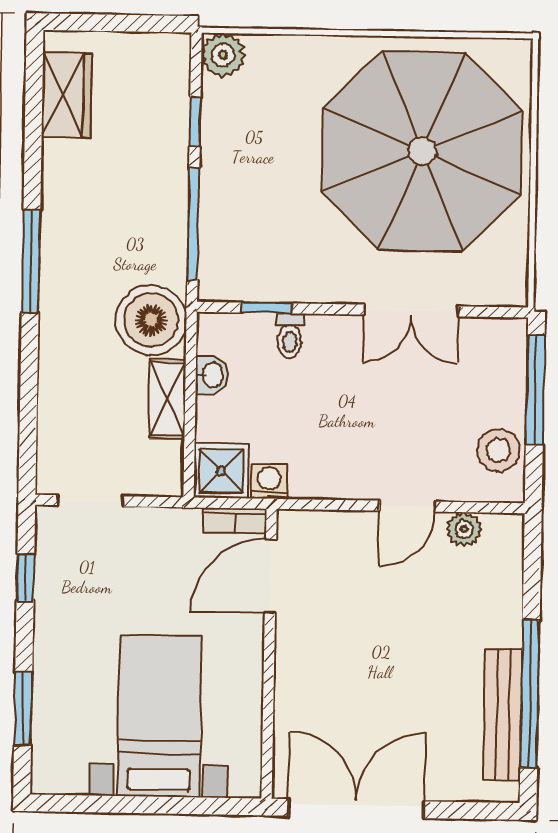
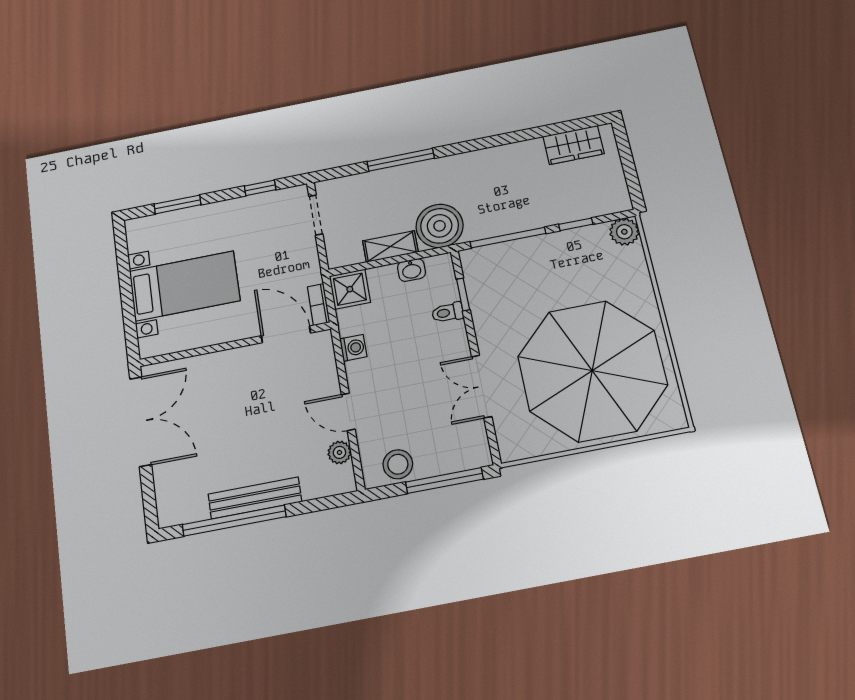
window: (31, 261) -> (401, 160), moved
washing machine: (269, 481) -> (353, 348), moved
bench: (503, 714) -> (255, 498), moved

